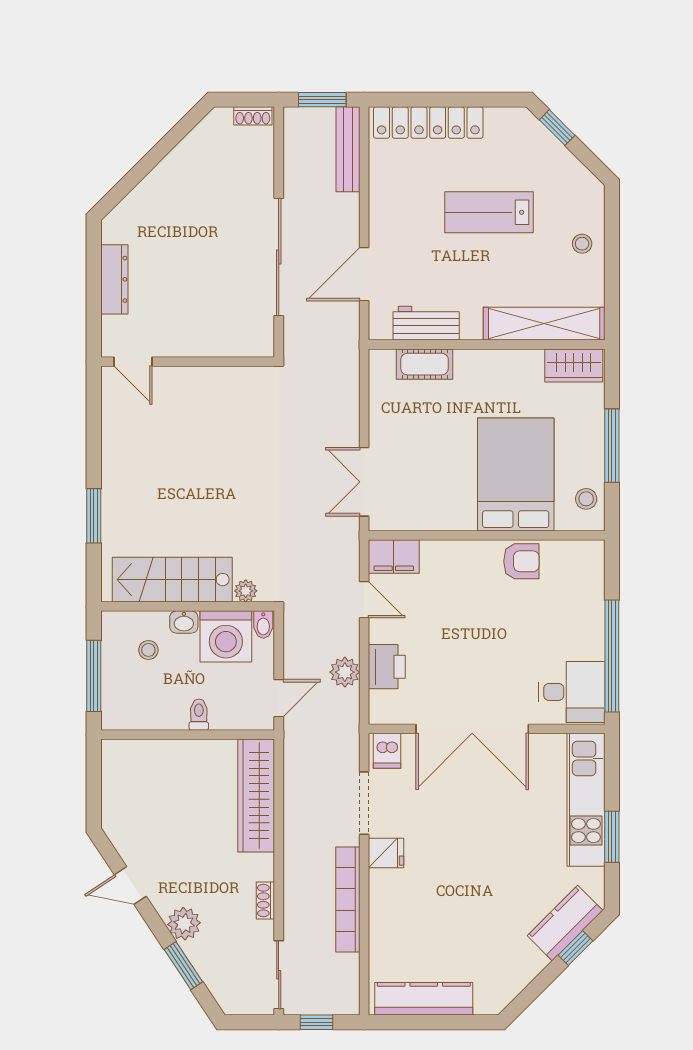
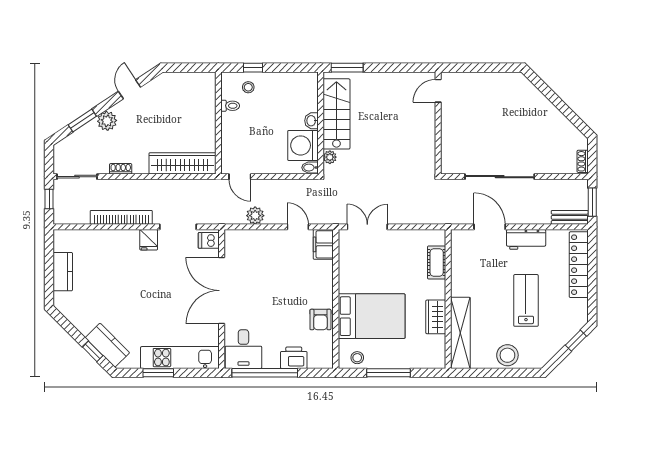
bench: (348, 149) -> (570, 217), width x0.73
stool: (582, 244) -> (507, 355), width x1.89, depth x1.89
dresser: (114, 279) -> (486, 80), removed
workbench: (426, 323) -> (526, 239), moved, turned 90
wardrobe: (574, 365) -> (436, 317), moved
stairs: (172, 580) -> (336, 114), moved
plant: (246, 591) -> (330, 157), moved
door: (364, 600) -> (298, 227), swing flipped
wall: (188, 606) -> (321, 123), moved
washbasin: (184, 622) -> (311, 121), moved
bidet: (263, 625) -> (310, 168), moved
washing machine: (226, 636) -> (303, 145), moved
stool: (148, 650) -> (248, 87), moved
printer: (387, 667) -> (294, 358), moved, turned 180
window: (94, 676) -> (253, 68), width x0.46
toilet: (199, 715) -> (230, 106), moved
kitchen counter: (424, 999) -> (63, 272), width x0.67

